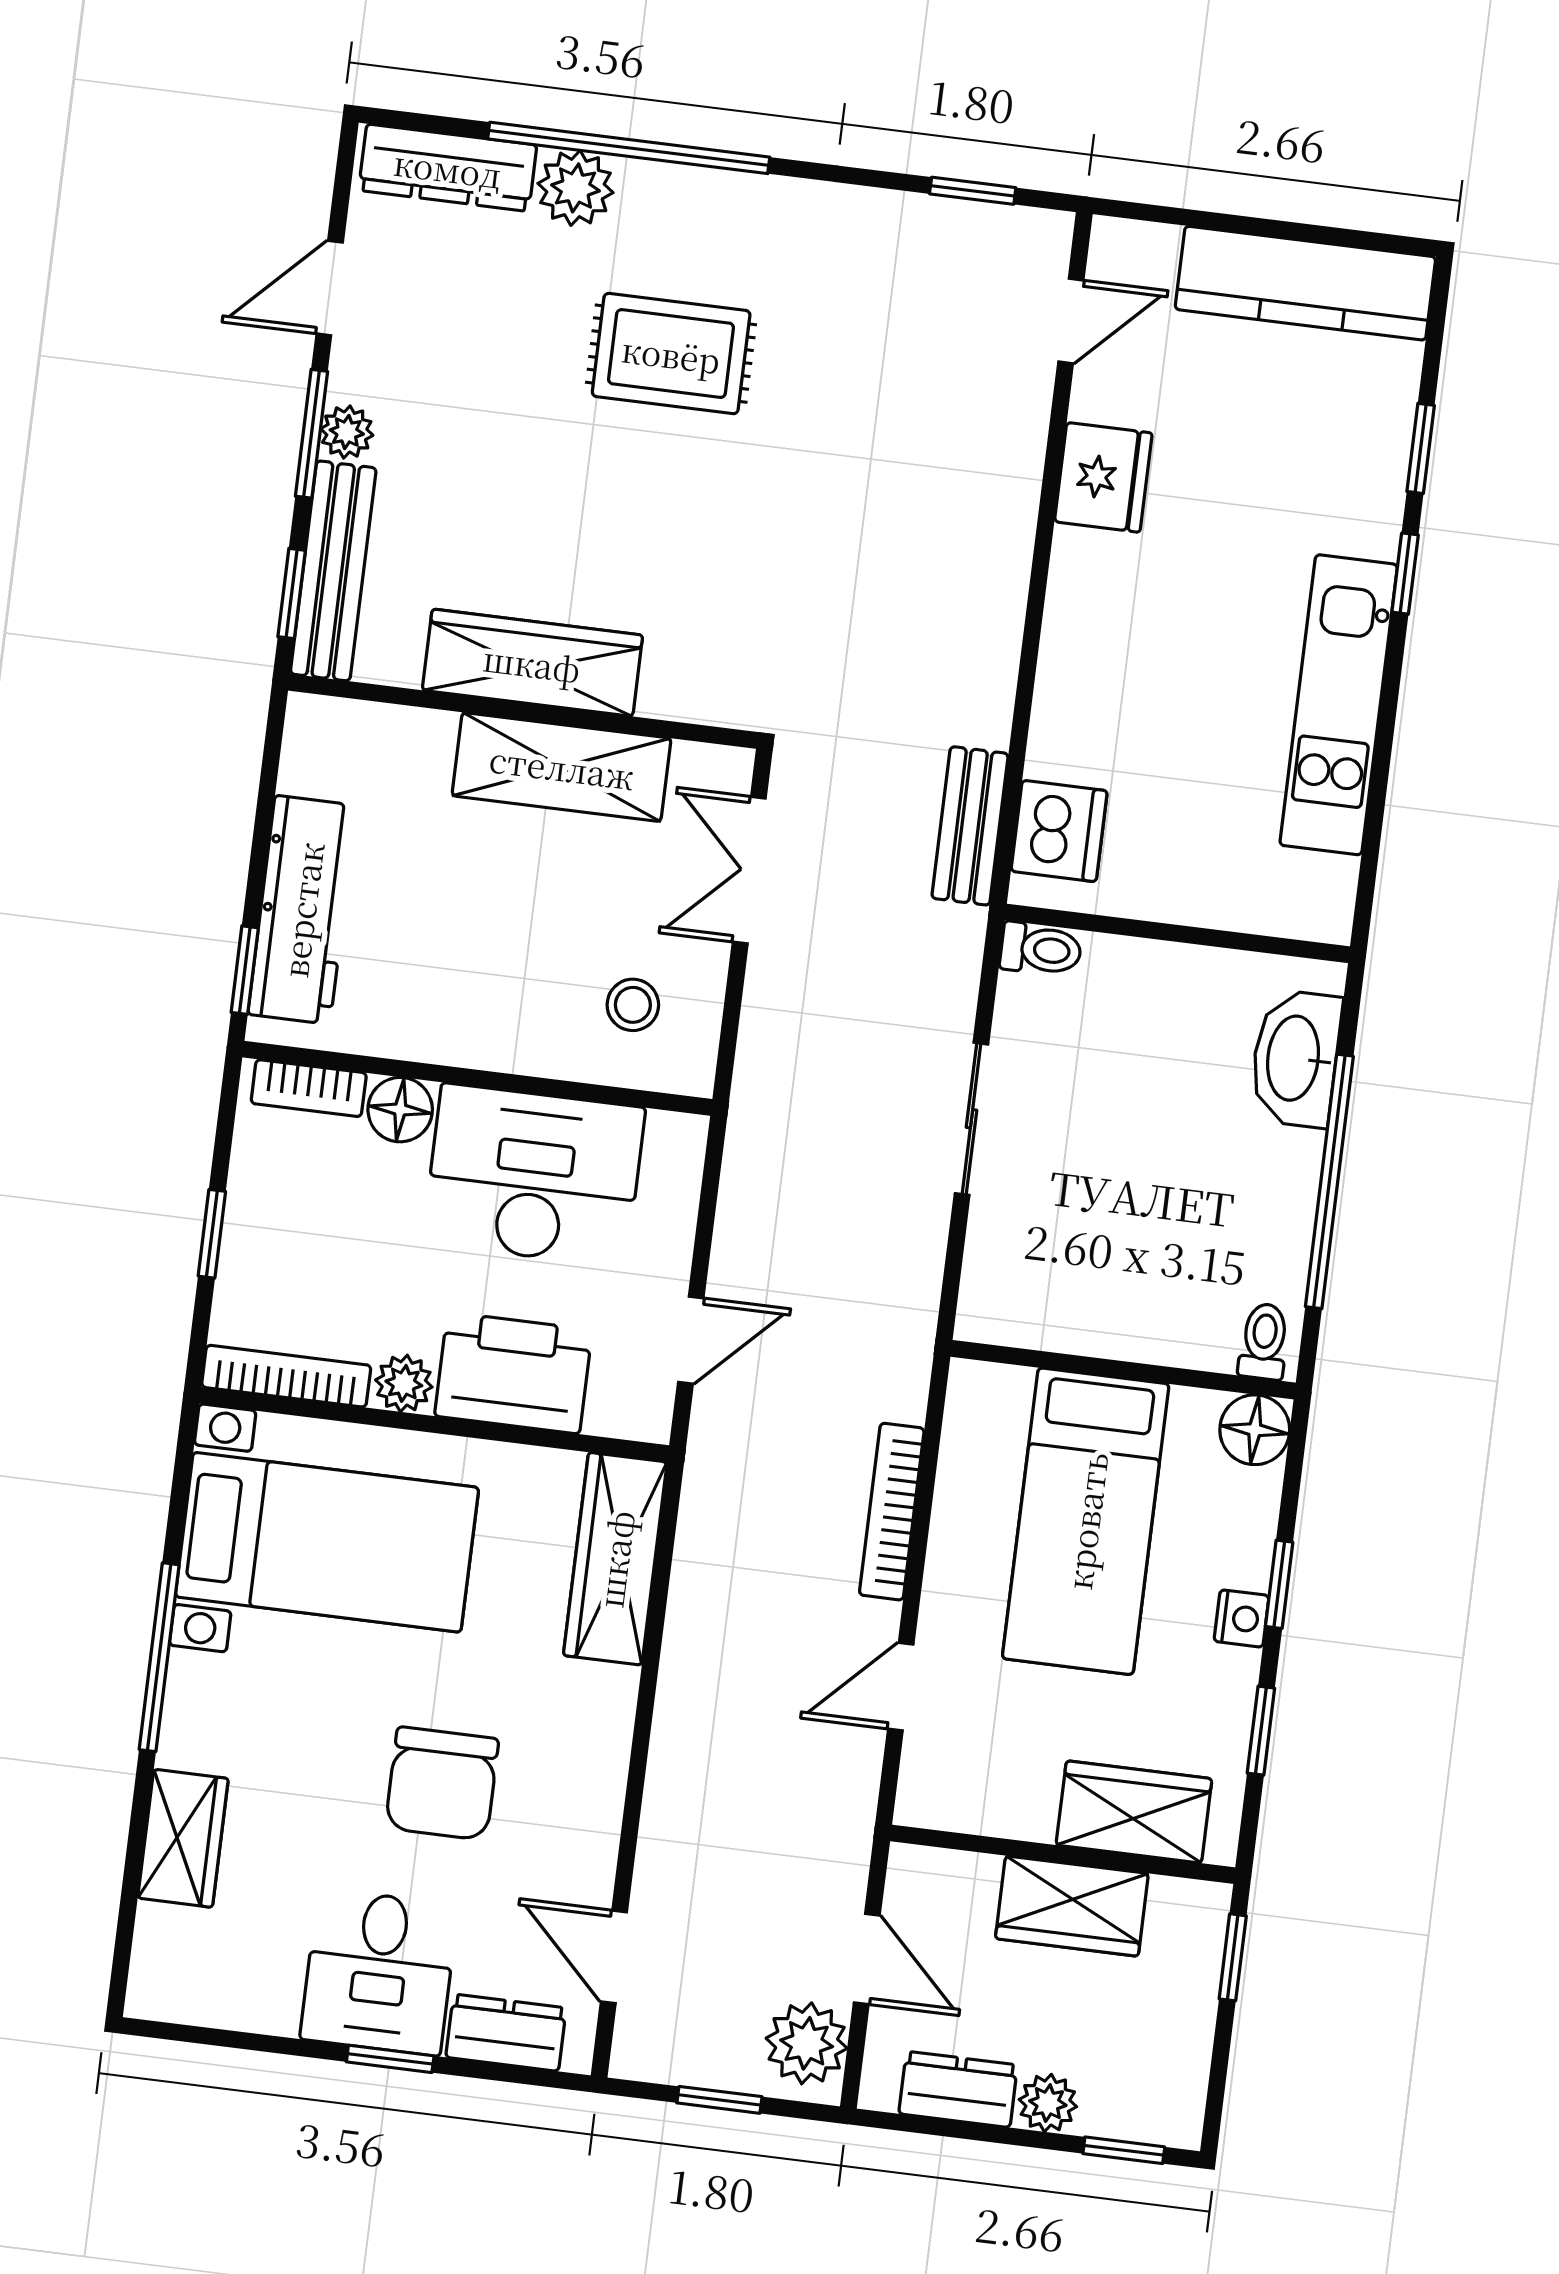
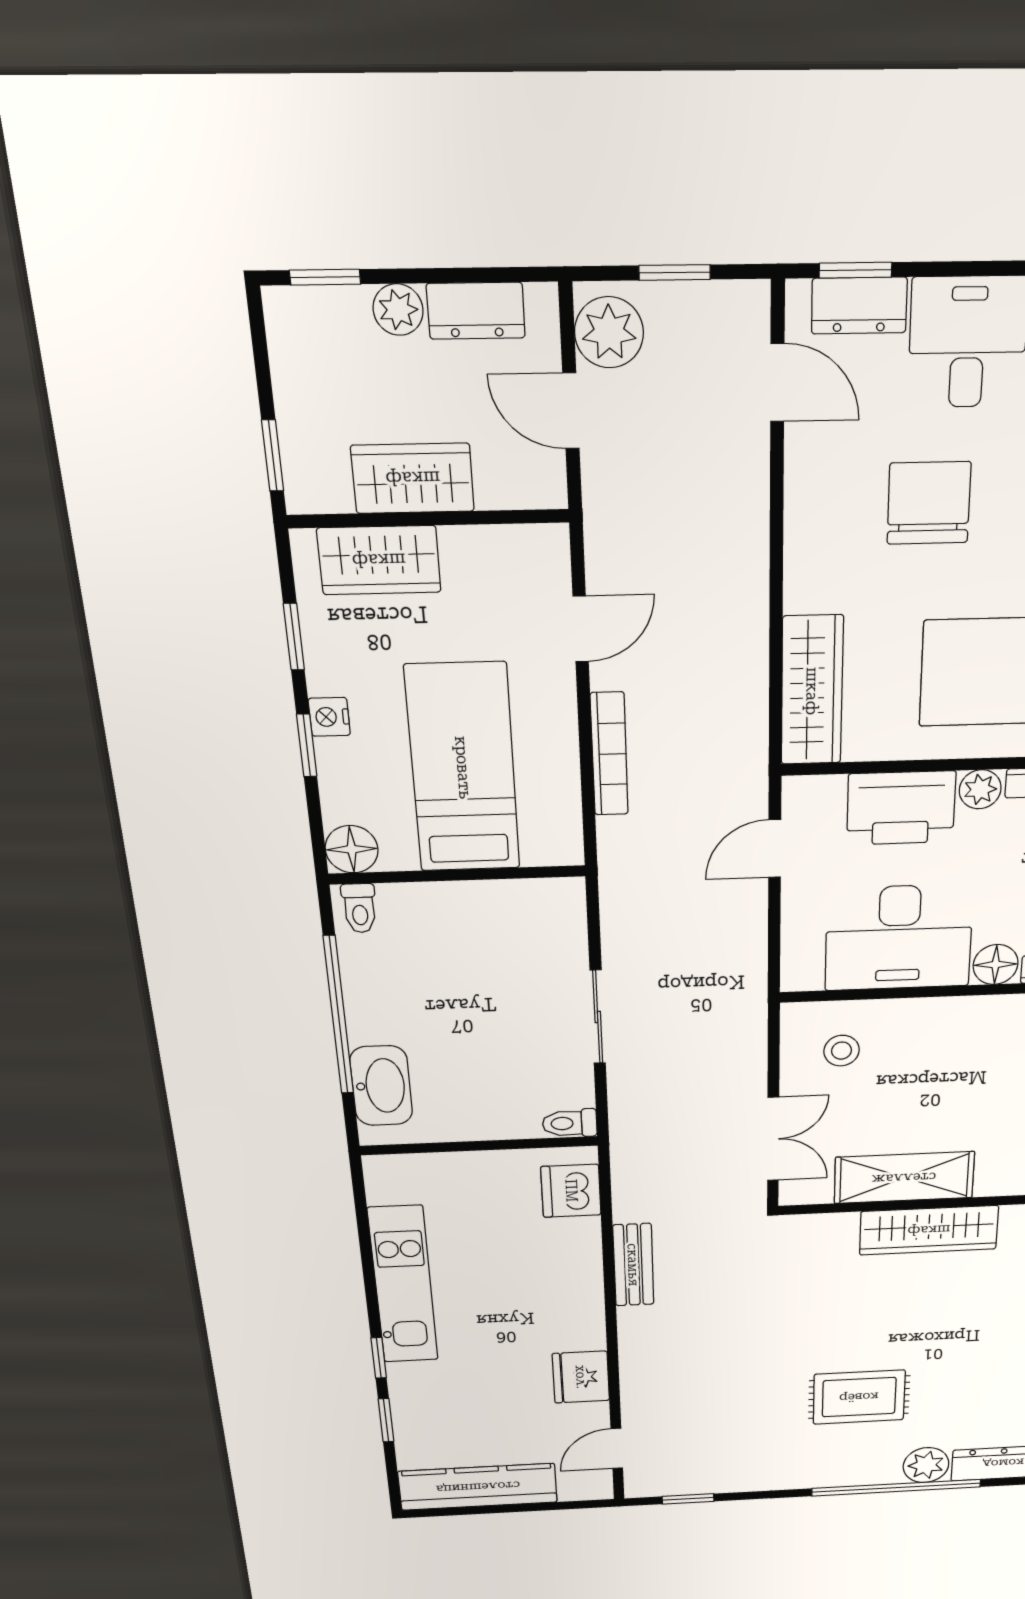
bench: (970, 826) -> (633, 1265), moved
window: (390, 2059) -> (856, 270), moved

